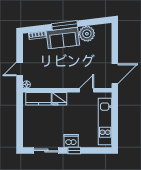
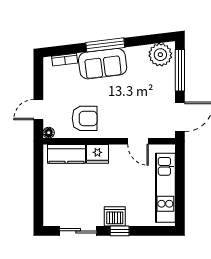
plant: (87, 34) -> (160, 55), moved
window: (115, 42) -> (180, 70), added
armchair: (51, 75) -> (85, 118), added
door: (87, 90) -> (138, 141), swing flipped

